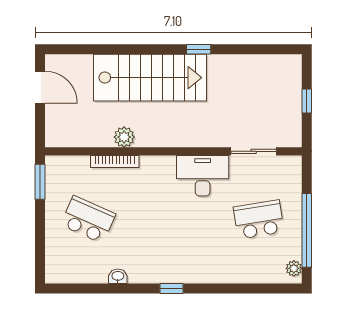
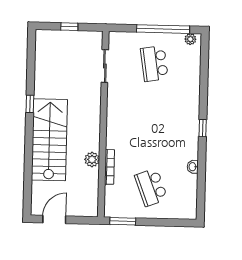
desk: (203, 176) -> (121, 103), removed
school desk: (88, 219) -> (151, 187), turned -45

